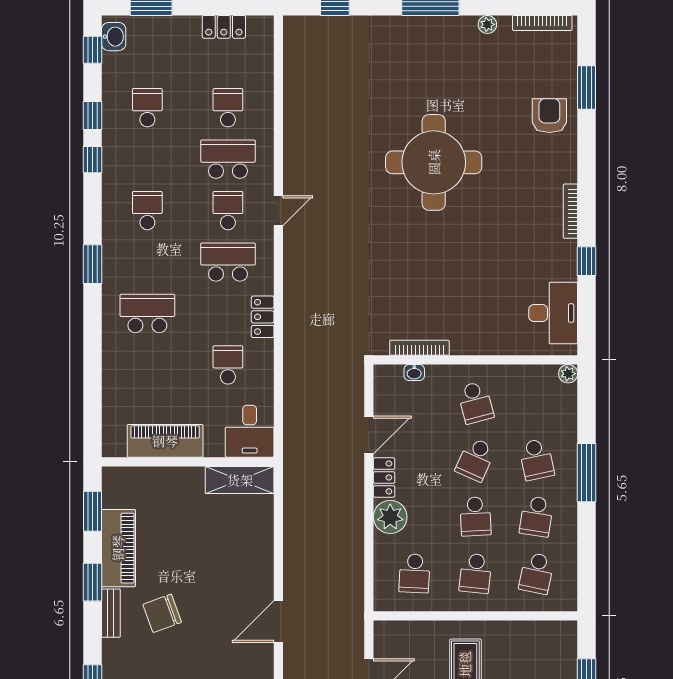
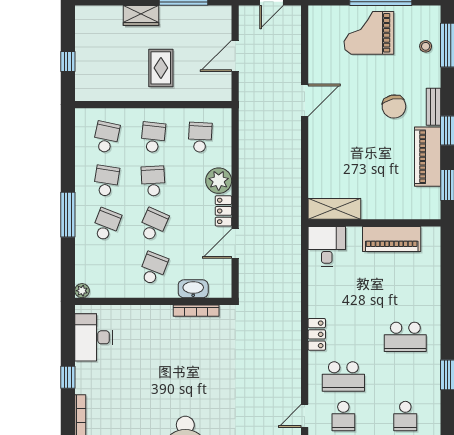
school desk: (228, 365) -> (343, 297), removed
washbasin: (414, 373) -> (193, 289), width x1.91, depth x1.45
school desk: (475, 402) -> (153, 269), turned 36
school desk: (536, 459) -> (106, 225), turned 33
chair: (162, 613) -> (394, 107), turned 98

